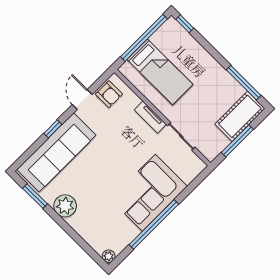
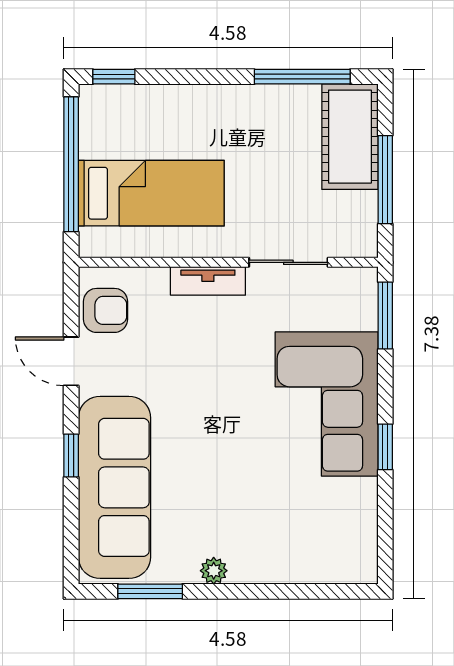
window: (195, 183) -> (385, 315), added
plant: (65, 206) -> (214, 571), width x0.53, depth x0.53
window: (154, 224) -> (385, 447), width x0.32
plant: (109, 256) -> (364, 570), removed

